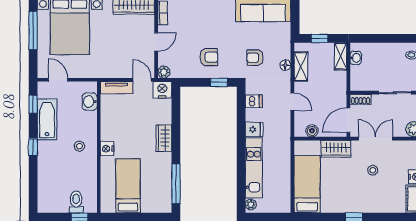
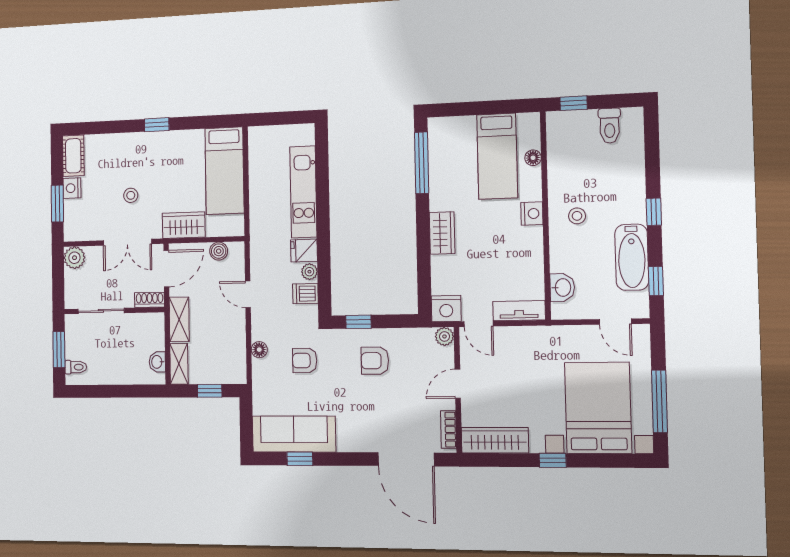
armchair: (255, 58) -> (305, 360), turned 180
shelving: (301, 67) -> (179, 319), moved
floor lamp: (106, 184) -> (533, 158), added
toilet: (76, 202) -> (610, 126), moved
plant: (251, 205) -> (309, 272), moved

